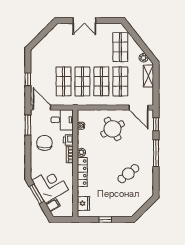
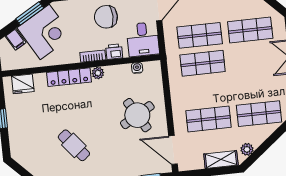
shop shelf: (101, 81) -> (250, 30), moved
door: (138, 107) -> (173, 150), hinge flipped
chair: (44, 143) -> (106, 17), turned 180

